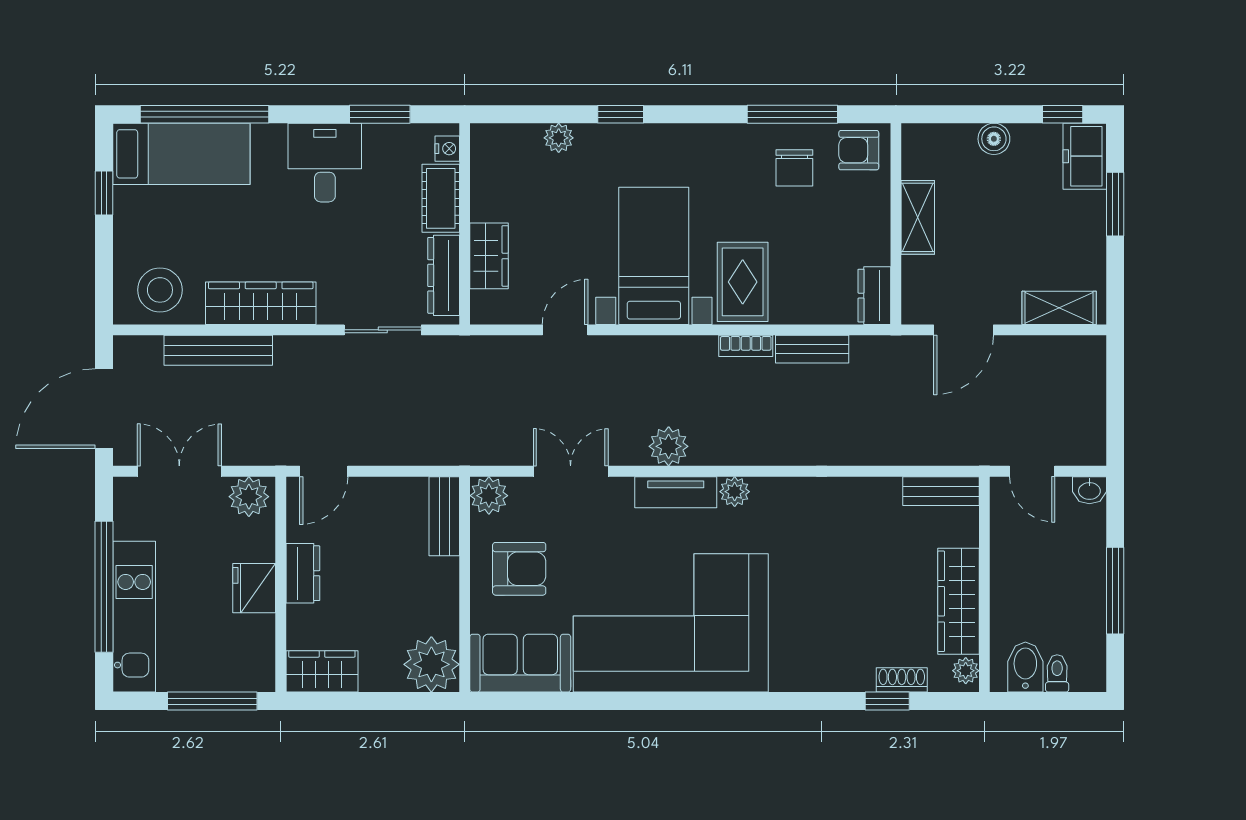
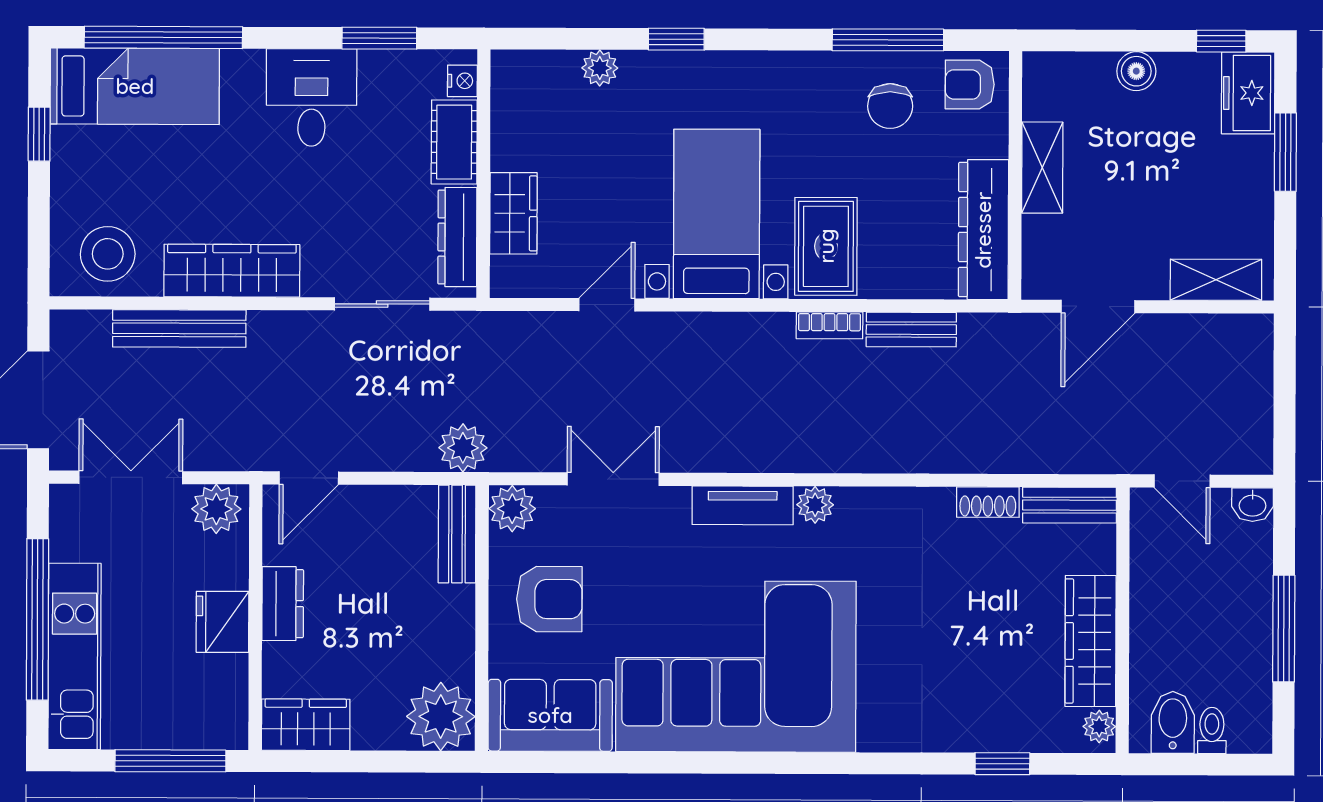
dresser: (874, 296) -> (983, 230), width x1.96, depth x1.24
plant: (669, 446) -> (463, 448), moved
shoe rack: (902, 680) -> (988, 502), moved, turned 180

